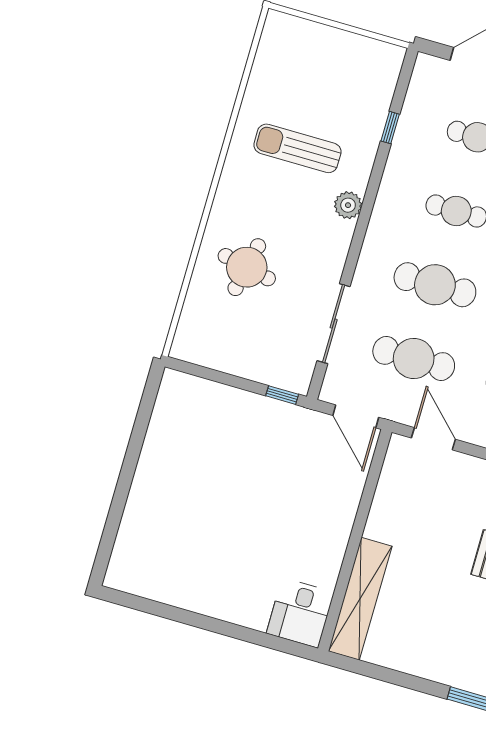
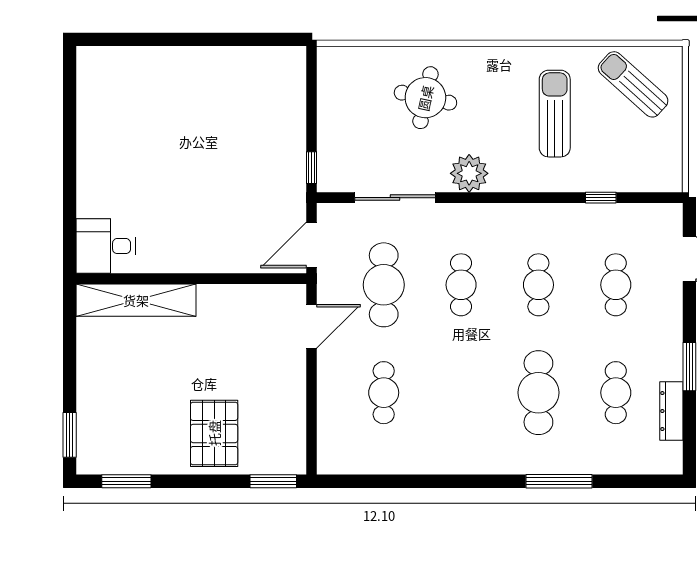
sun lounger: (291, 66) -> (633, 84), added
plant: (348, 205) -> (469, 173), moved, width x1.36, depth x1.36
cafe table: (435, 285) -> (461, 285), width x0.73, depth x0.74

